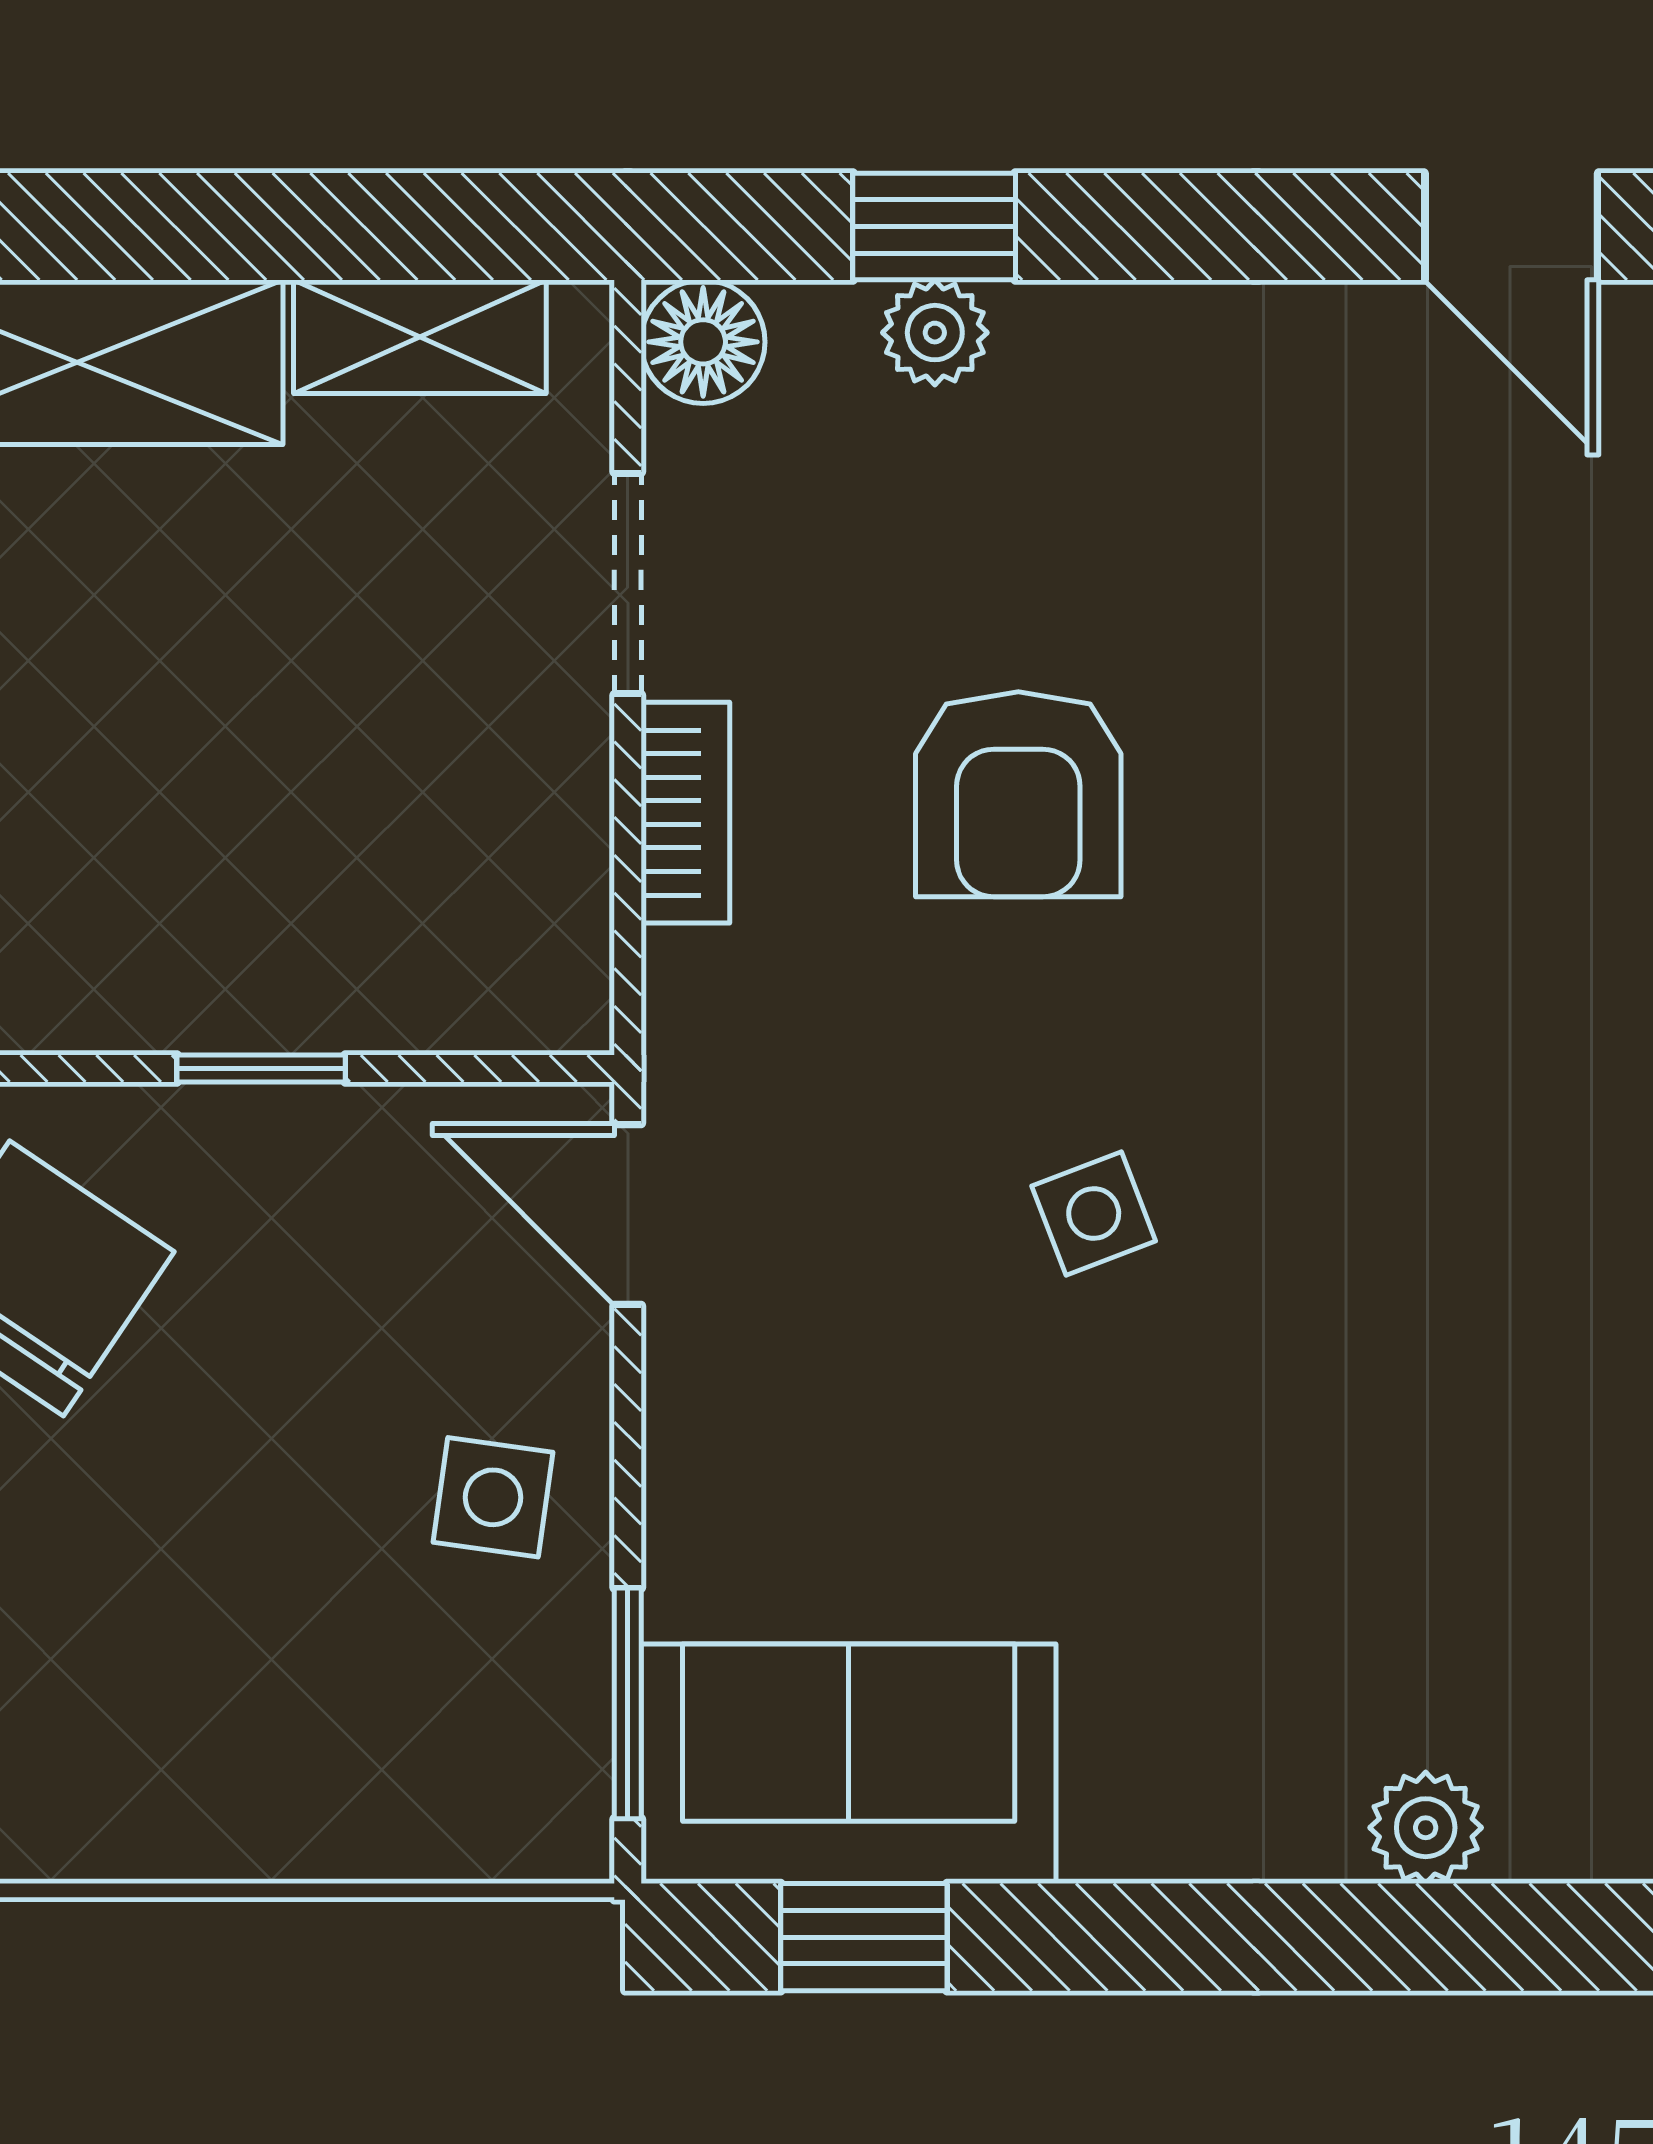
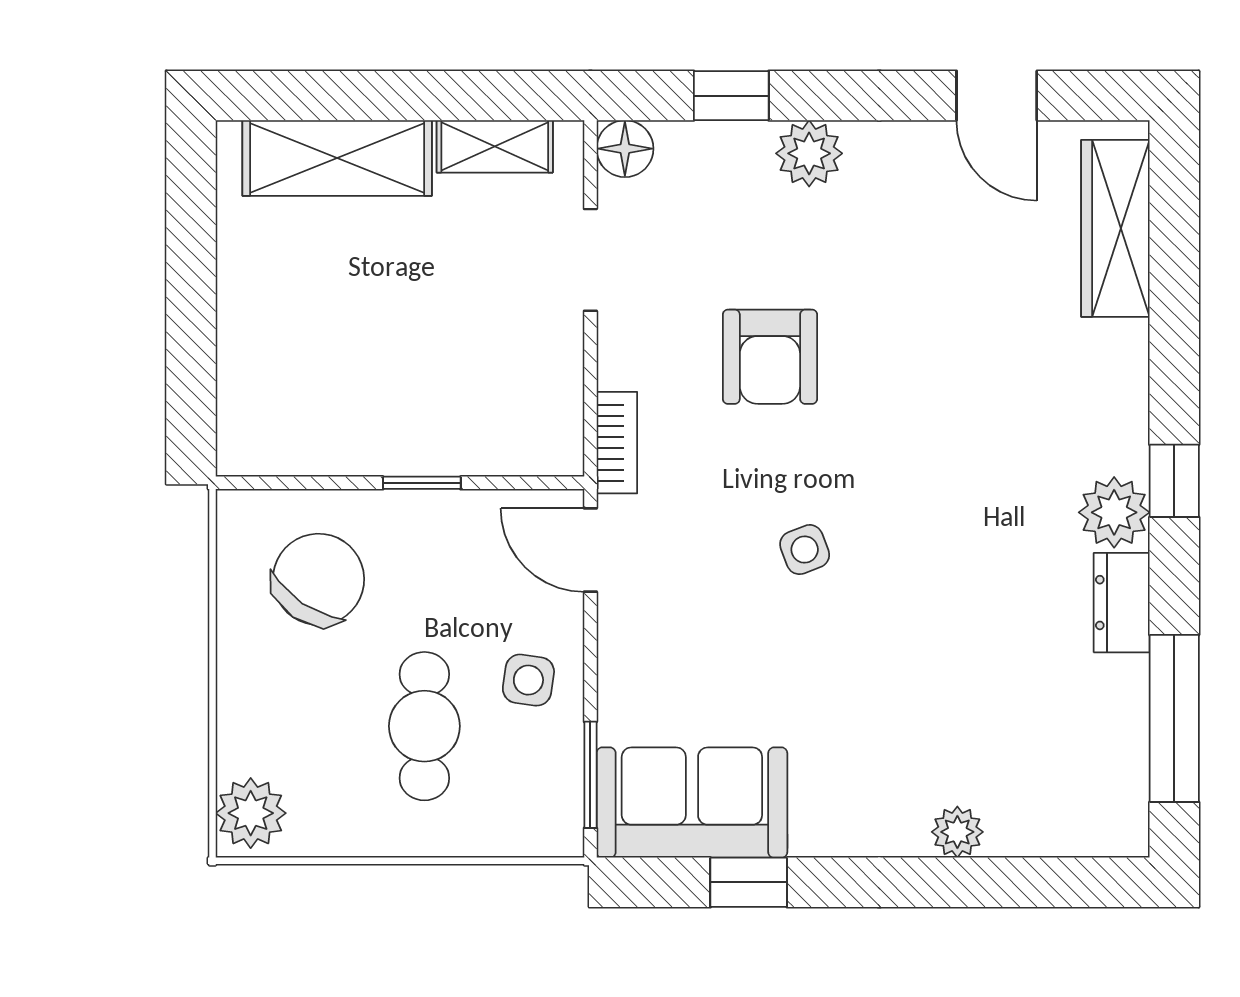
plant: (935, 333) -> (809, 153), moved, width x1.38, depth x1.38
bookcase: (685, 813) -> (617, 443), moved
cafe table: (267, 1598) -> (424, 726), added
window: (864, 1937) -> (749, 882), moved

